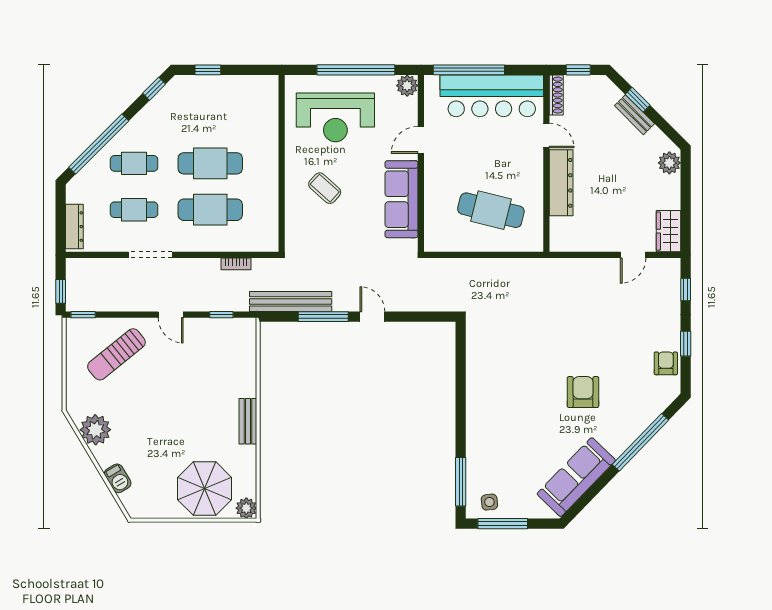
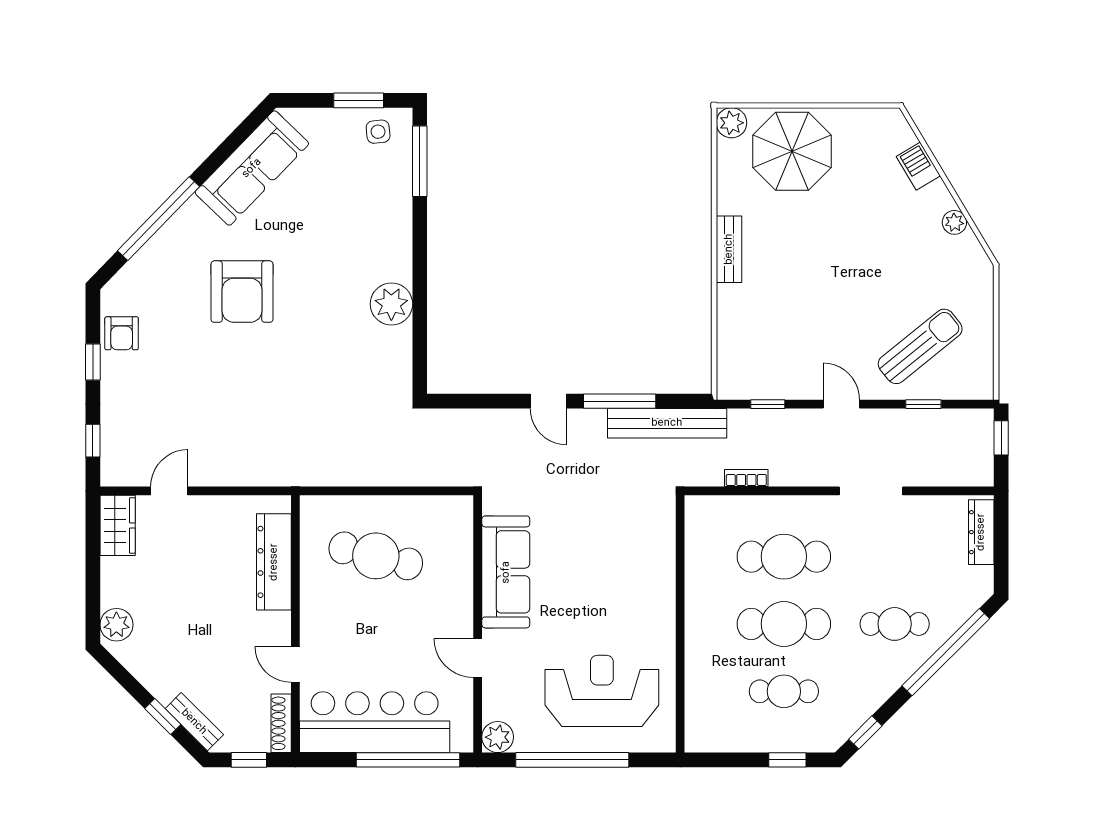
bench: (634, 115) -> (194, 722), moved
door: (421, 140) -> (478, 658), swing flipped
dresser: (561, 183) -> (274, 562), moved
coffee table: (325, 188) -> (617, 588), removed
cafe table: (134, 210) -> (784, 691), moved
window: (83, 315) -> (923, 404), moved
plant: (480, 383) -> (391, 304), added
armchair: (583, 392) -> (242, 292), width x1.36, depth x1.36
plant: (95, 430) -> (954, 222), width x0.53, depth x0.53
window: (503, 524) -> (359, 100), width x0.69

